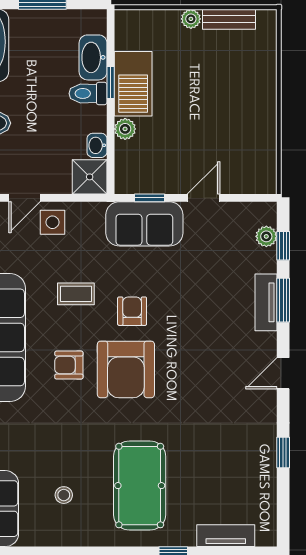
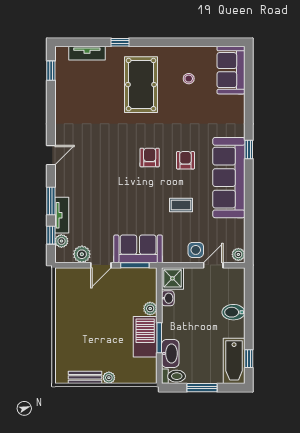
window: (111, 82) -> (159, 338), width x1.50
toilet: (88, 93) -> (173, 376), moved
window: (149, 198) -> (135, 265), width x1.50
plant: (234, 215) -> (82, 254), added
tv unit: (266, 302) -> (62, 215), moved
armchair: (132, 311) -> (146, 194), removed
armchair: (69, 365) -> (185, 160), turned -90
armchair: (126, 369) -> (150, 158), width x0.53, depth x0.53
window: (283, 453) -> (51, 71), moved

